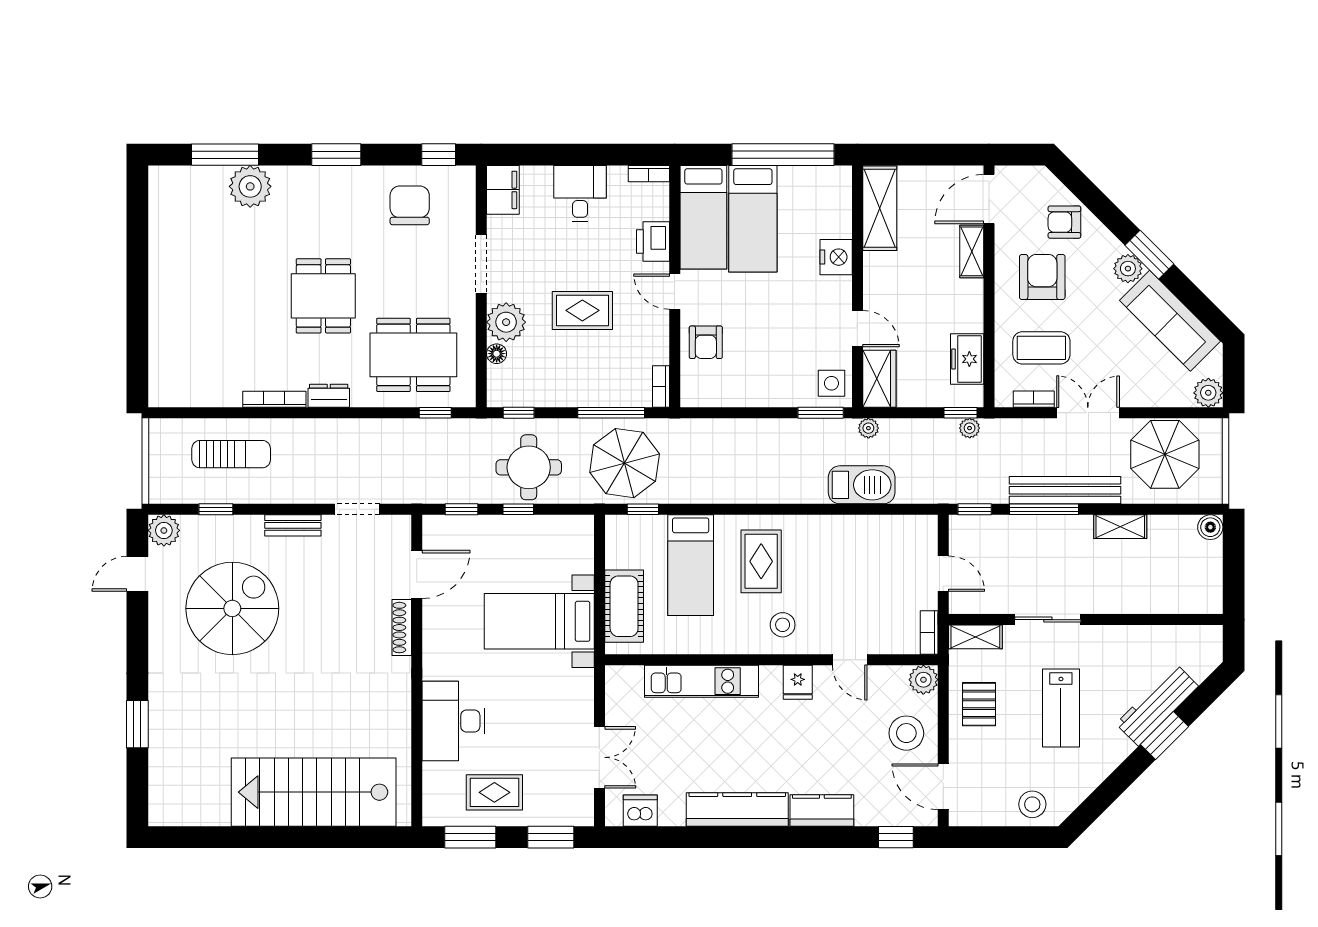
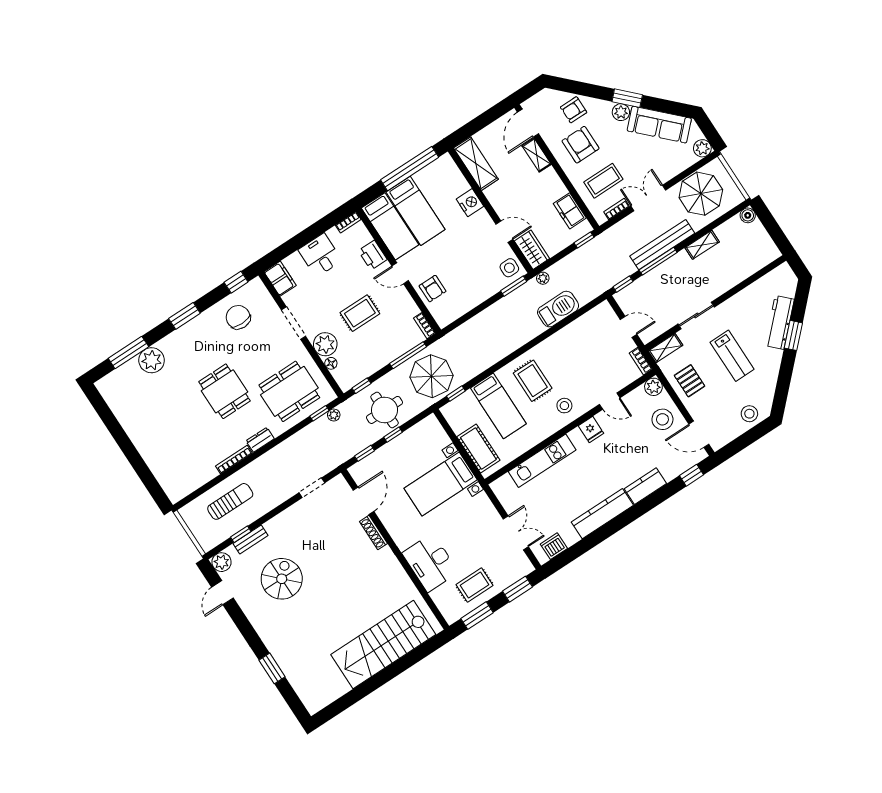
plant: (970, 428) -> (334, 415), moved
bench: (293, 525) -> (251, 539), moved
spiral stairs: (232, 608) -> (282, 579), width x0.73, depth x0.73

